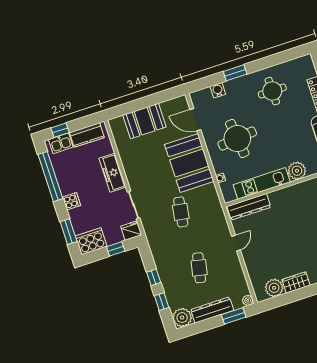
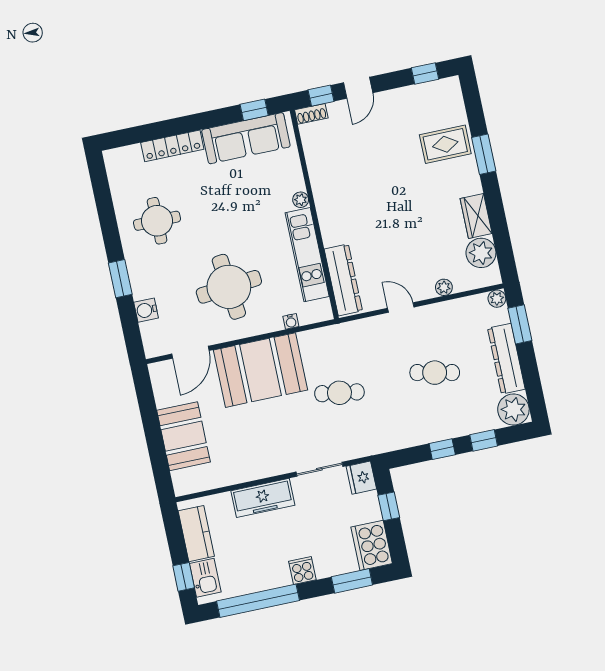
plant: (297, 171) -> (301, 200), width x0.53, depth x0.53
plant: (251, 268) -> (444, 287), added

